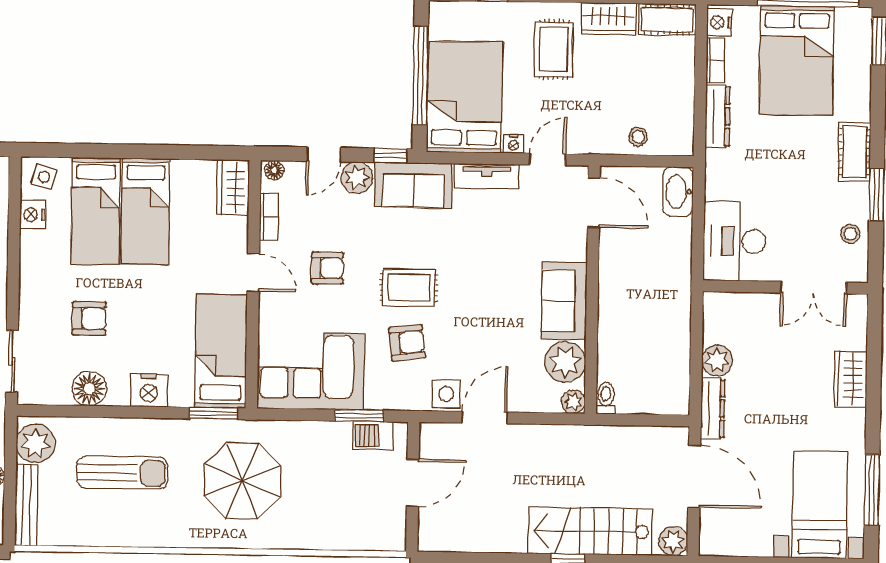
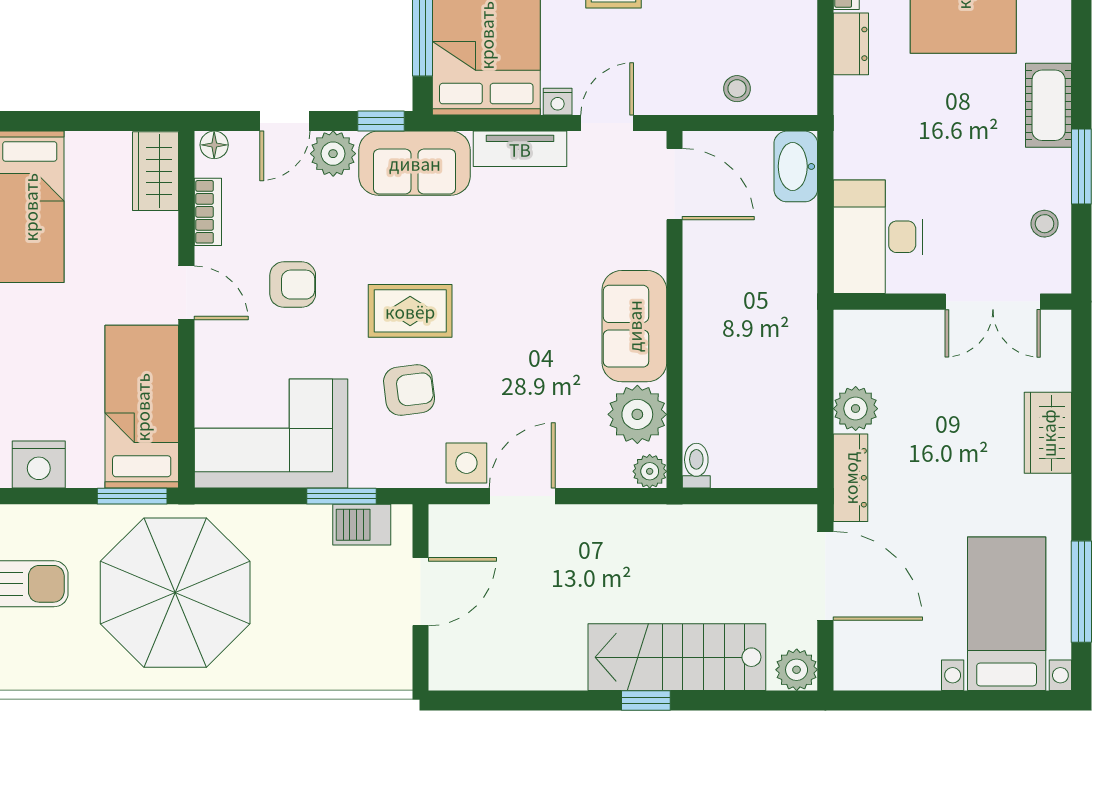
dresser: (718, 116) -> (851, 44), width x0.70
parasol: (242, 481) -> (175, 593), width x1.36, depth x1.36

